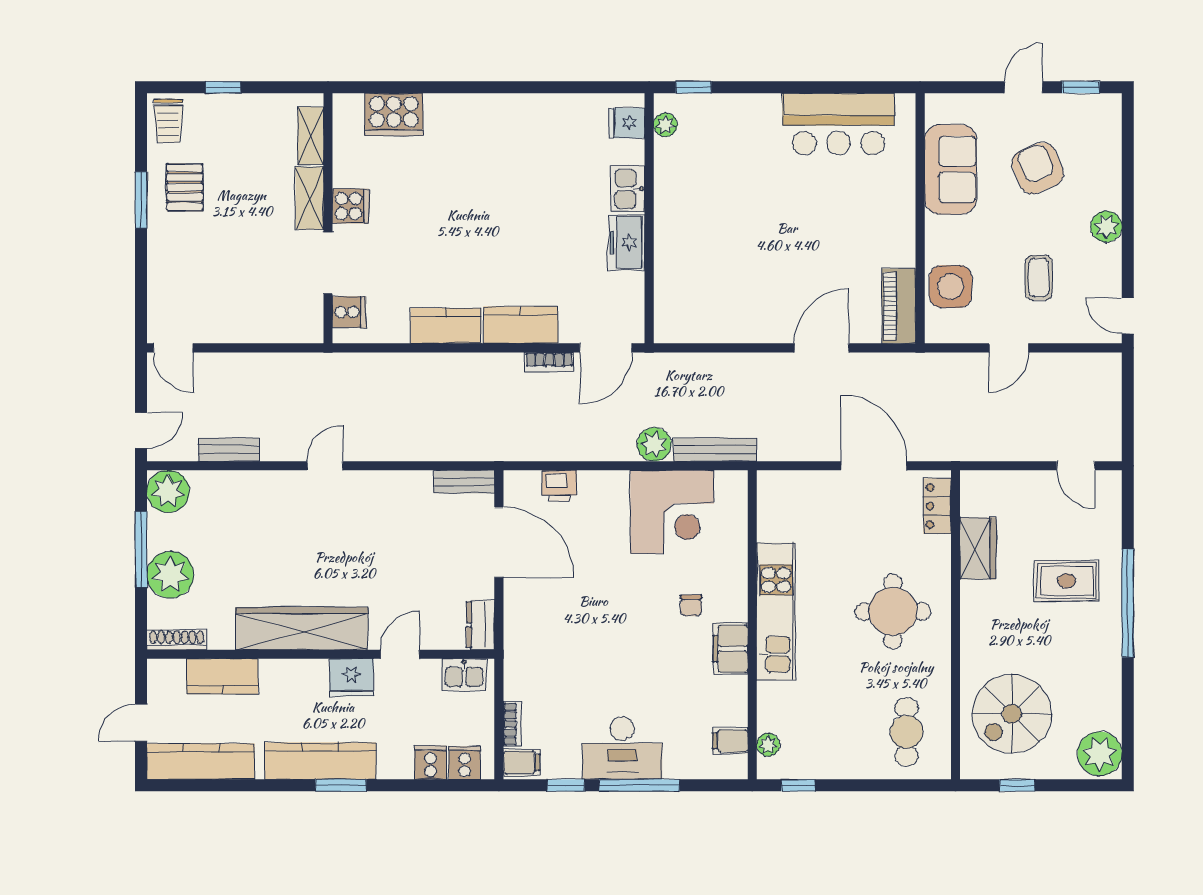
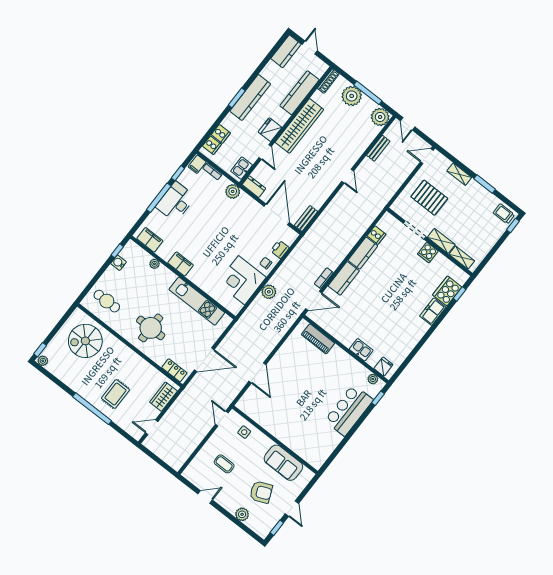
window: (223, 87) -> (513, 226), moved
window: (381, 87) -> (460, 294), added
bar counter: (838, 124) -> (349, 410), moved
pallet: (185, 187) -> (429, 198), moved, width x1.50, depth x1.42
plant: (1106, 227) -> (242, 514), moved
freezer: (627, 242) -> (433, 312), moved, turned -90
shelving: (159, 261) -> (459, 174), added
side table: (951, 287) -> (244, 432), width x0.54, depth x0.54
piano: (899, 306) -> (318, 339), moved, turned 180
cooker: (349, 312) -> (376, 235), moved, turned -90
door: (1128, 316) -> (205, 497), moved
door: (606, 348) -> (314, 301), swing flipped
door: (1009, 348) -> (222, 419), moved
bench: (715, 450) -> (251, 311), removed
door: (499, 542) -> (277, 214), swing flipped
wardrobe: (978, 548) -> (163, 397), moved, turned 90
chair: (691, 605) -> (266, 263), moved
kitchen unit: (776, 612) -> (197, 301), moved
plant: (520, 657) -> (233, 191), added
kitchen counter: (222, 676) -> (299, 93), width x1.50
spiral stairs: (1012, 714) -> (85, 341), turned -90
filing cabinet: (730, 741) -> (150, 240), width x2.00
plant: (768, 745) -> (155, 264), moved
plant: (1100, 754) -> (43, 361), width x0.53, depth x0.53
kitchen counter: (201, 761) -> (286, 51), width x0.67
water cooler: (818, 766) -> (119, 263), added
window: (1017, 785) -> (40, 350), moved

